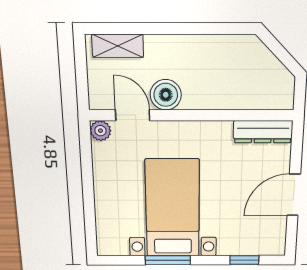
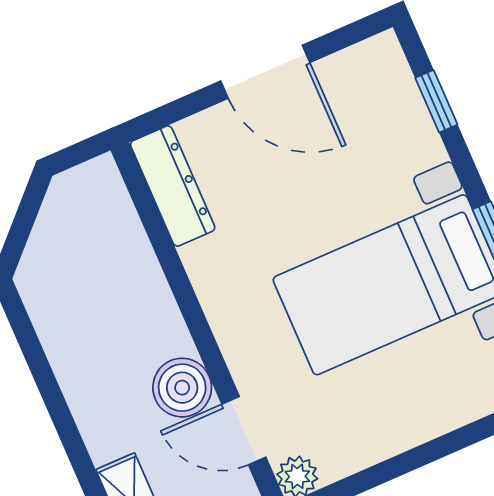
door: (133, 115) -> (244, 431), hinge flipped

